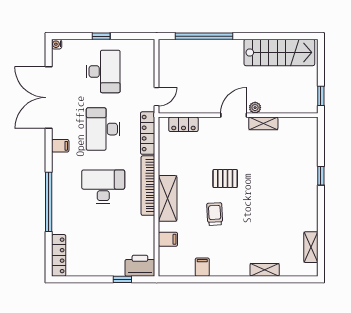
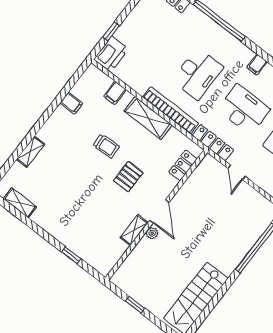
plant: (255, 108) -> (152, 233), moved
door: (234, 115) -> (159, 211), moved
wall: (238, 115) -> (156, 215), moved
shelving: (263, 123) -> (134, 230), moved
locker: (183, 124) -> (183, 165), moved

